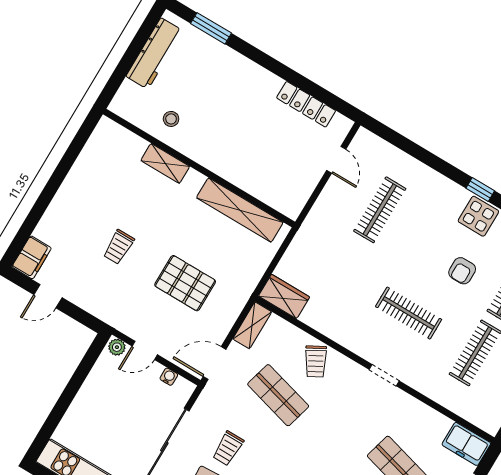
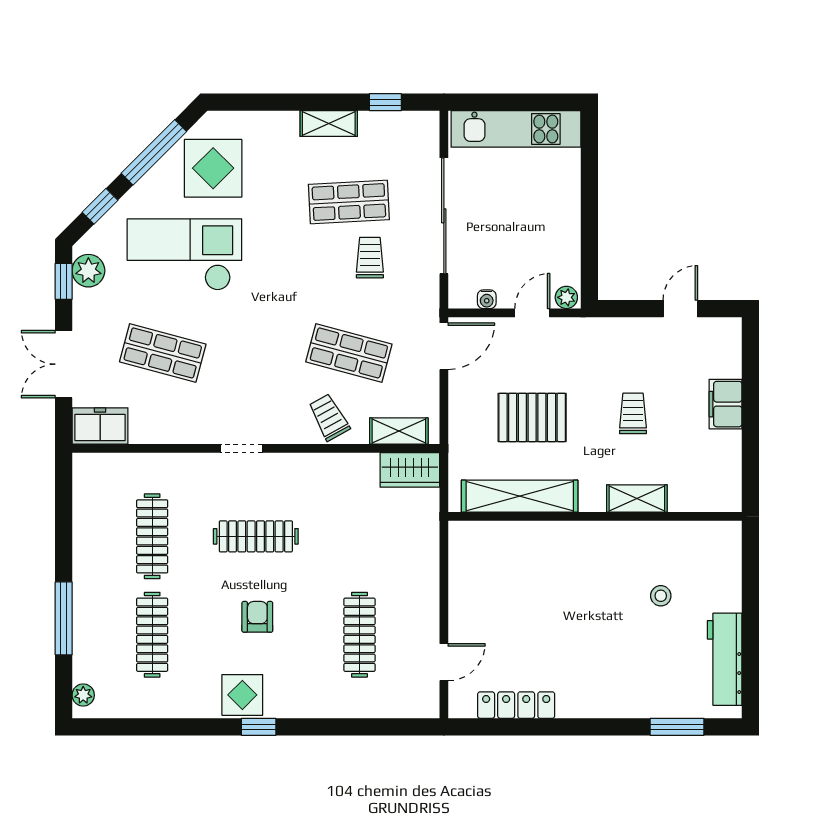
door: (336, 160) -> (444, 662), swing flipped
shelving: (165, 163) -> (637, 498), moved
wall: (199, 168) -> (595, 516), moved
shelving: (240, 210) -> (520, 496), moved
filing cabinet: (32, 257) -> (725, 404), moved
armchair: (462, 271) -> (257, 617), moved
shelving: (252, 325) -> (399, 431), moved, turned 90

